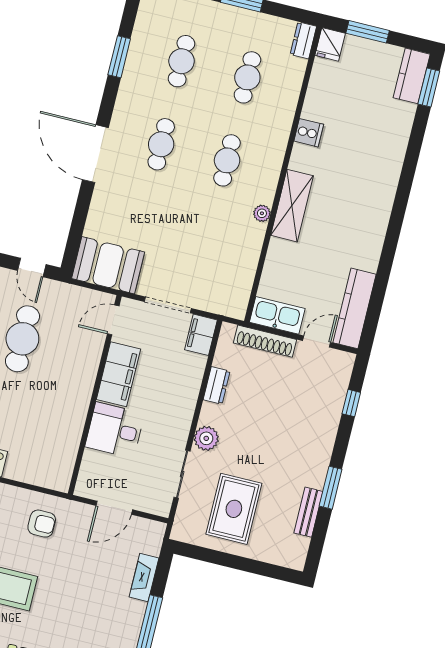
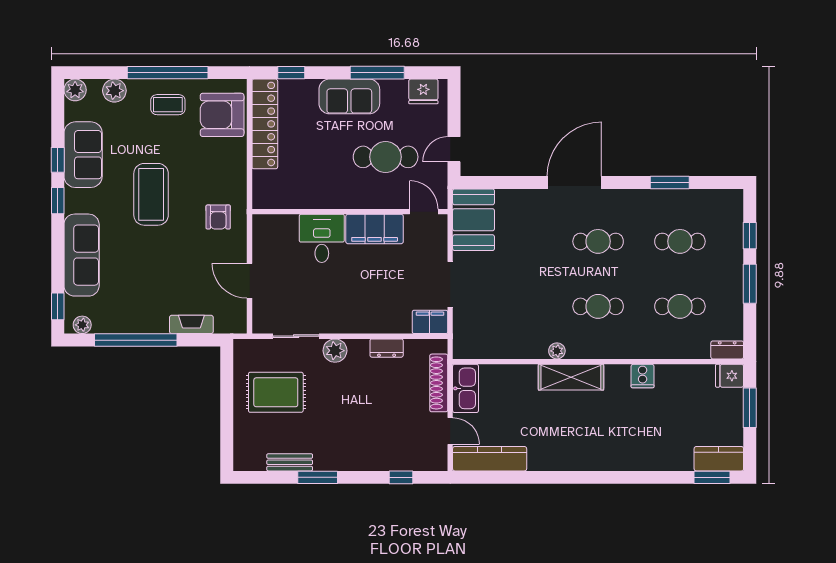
door: (113, 320) -> (424, 212), moved
filing cabinet: (118, 374) -> (375, 229), moved
wall: (95, 395) -> (350, 212), moved
desk: (115, 430) -> (322, 238), moved

